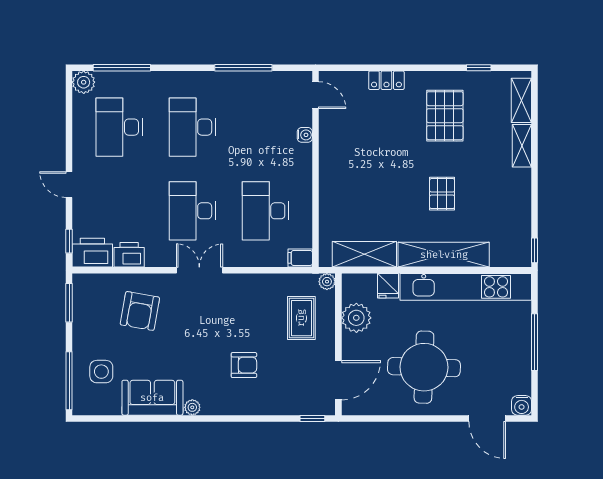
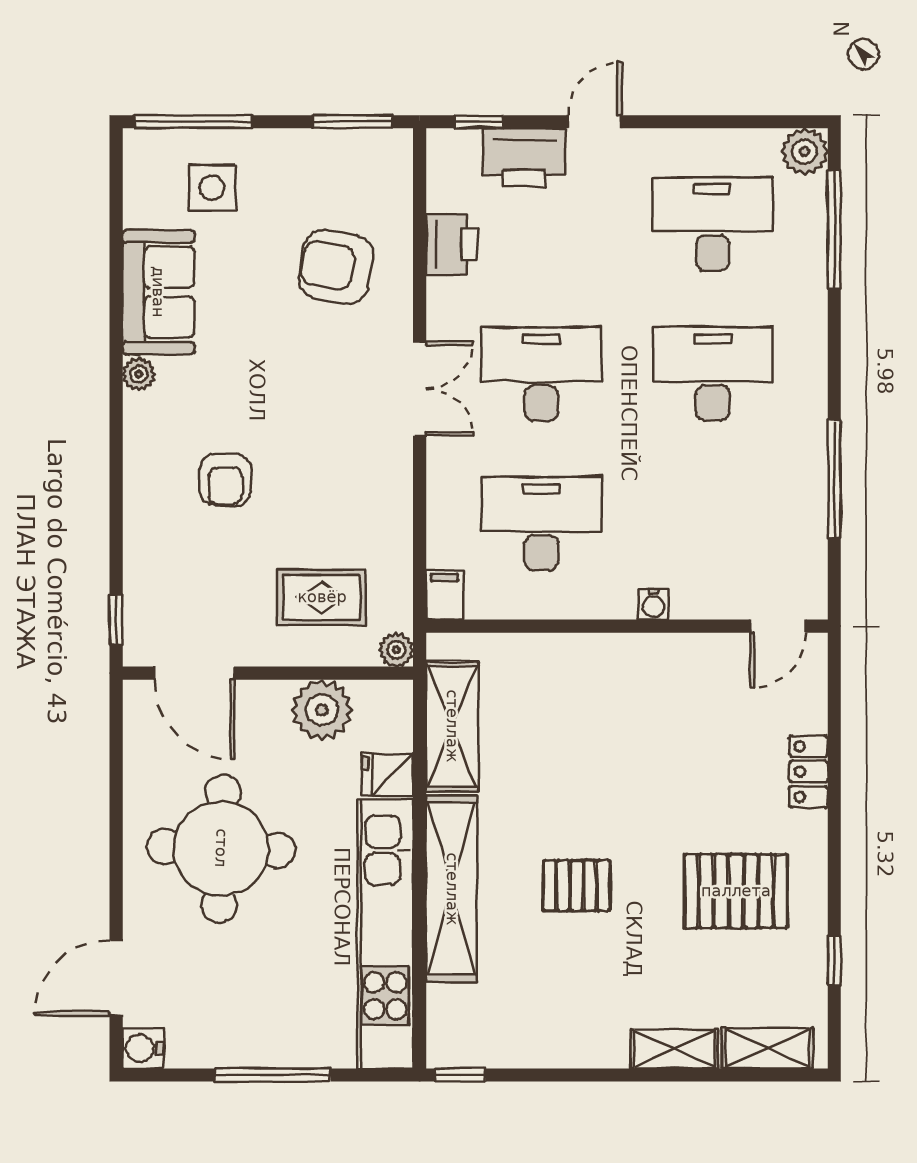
water cooler: (305, 135) -> (653, 604), moved
printer: (92, 253) -> (524, 158), moved, turned 90

